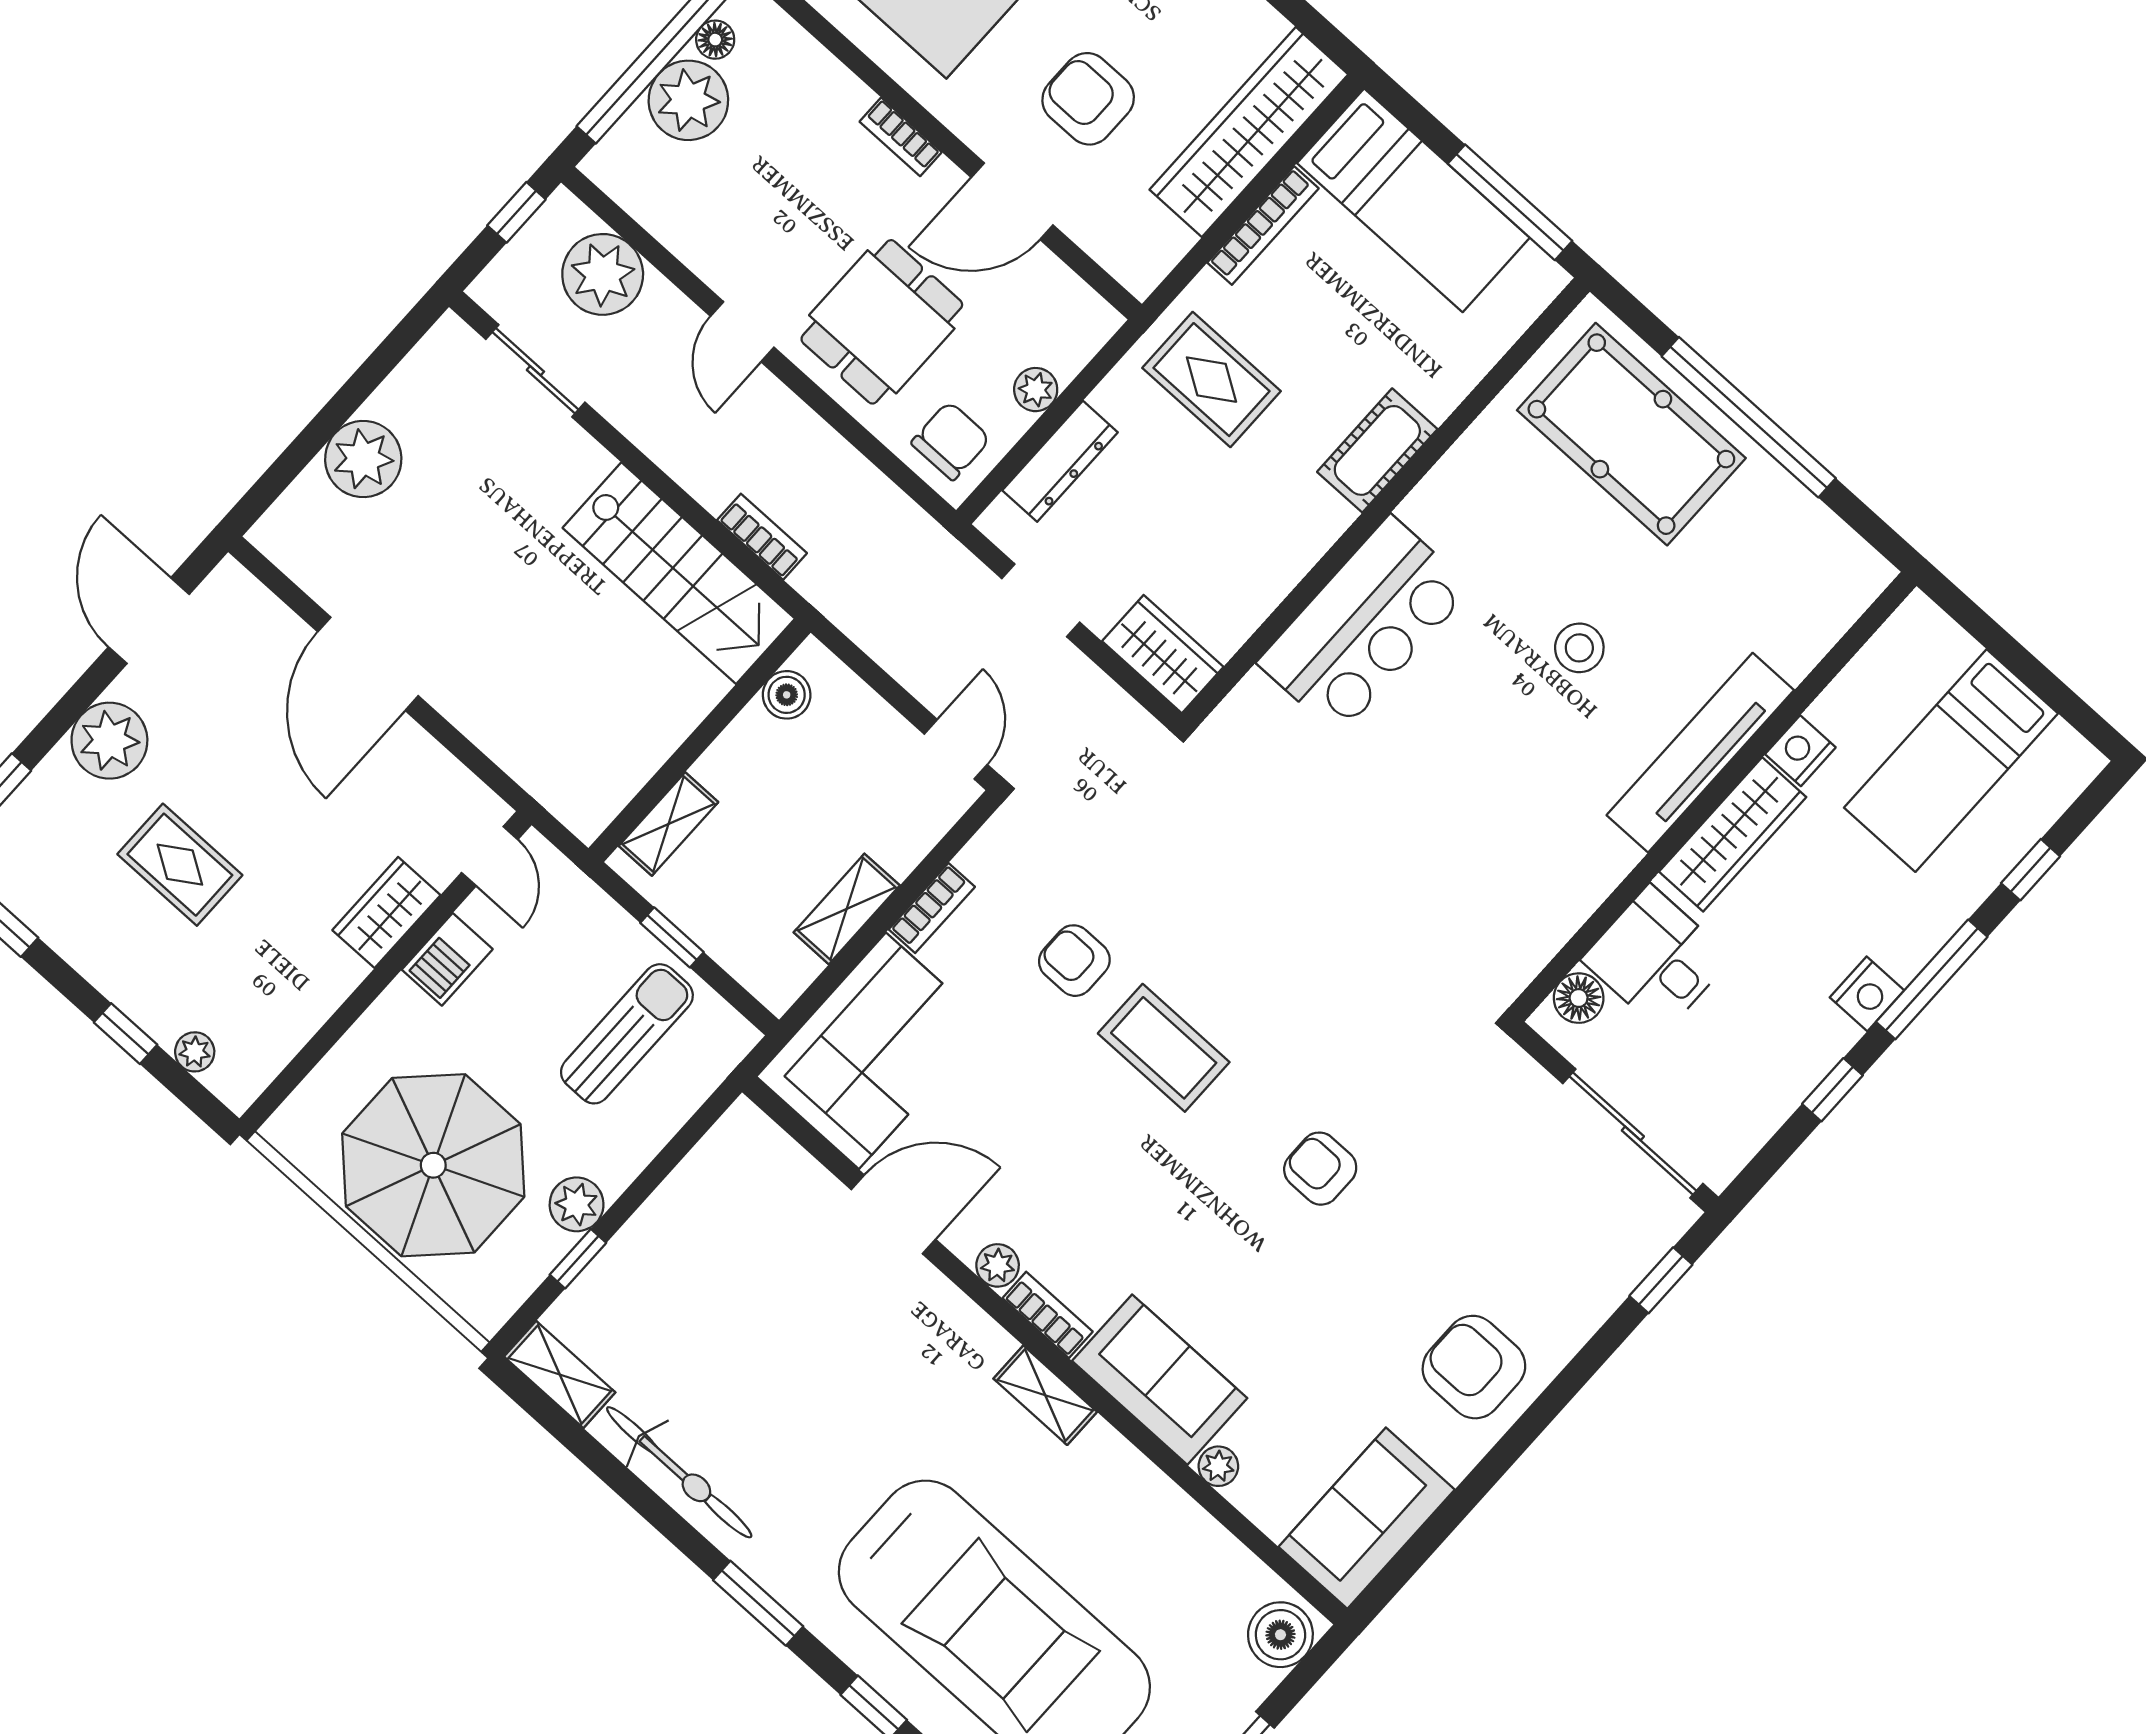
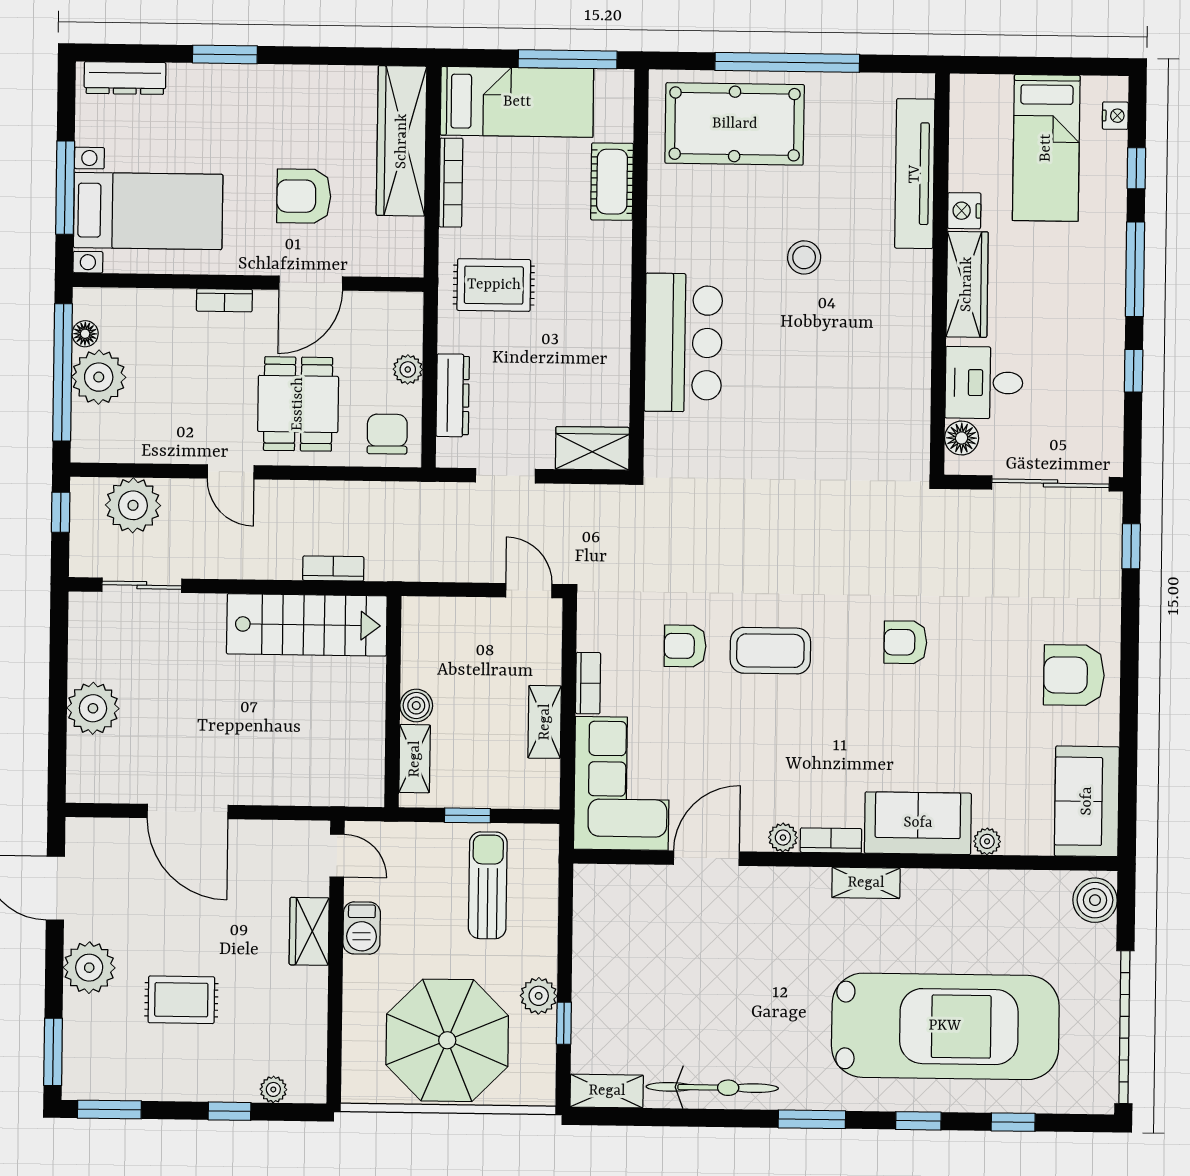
cot: (1377, 450) -> (612, 182), moved
boiler: (787, 695) -> (416, 706), moved
tv unit: (1700, 753) -> (915, 174), moved
nightstand: (1867, 994) -> (1115, 116), moved, width x0.72, depth x0.74

